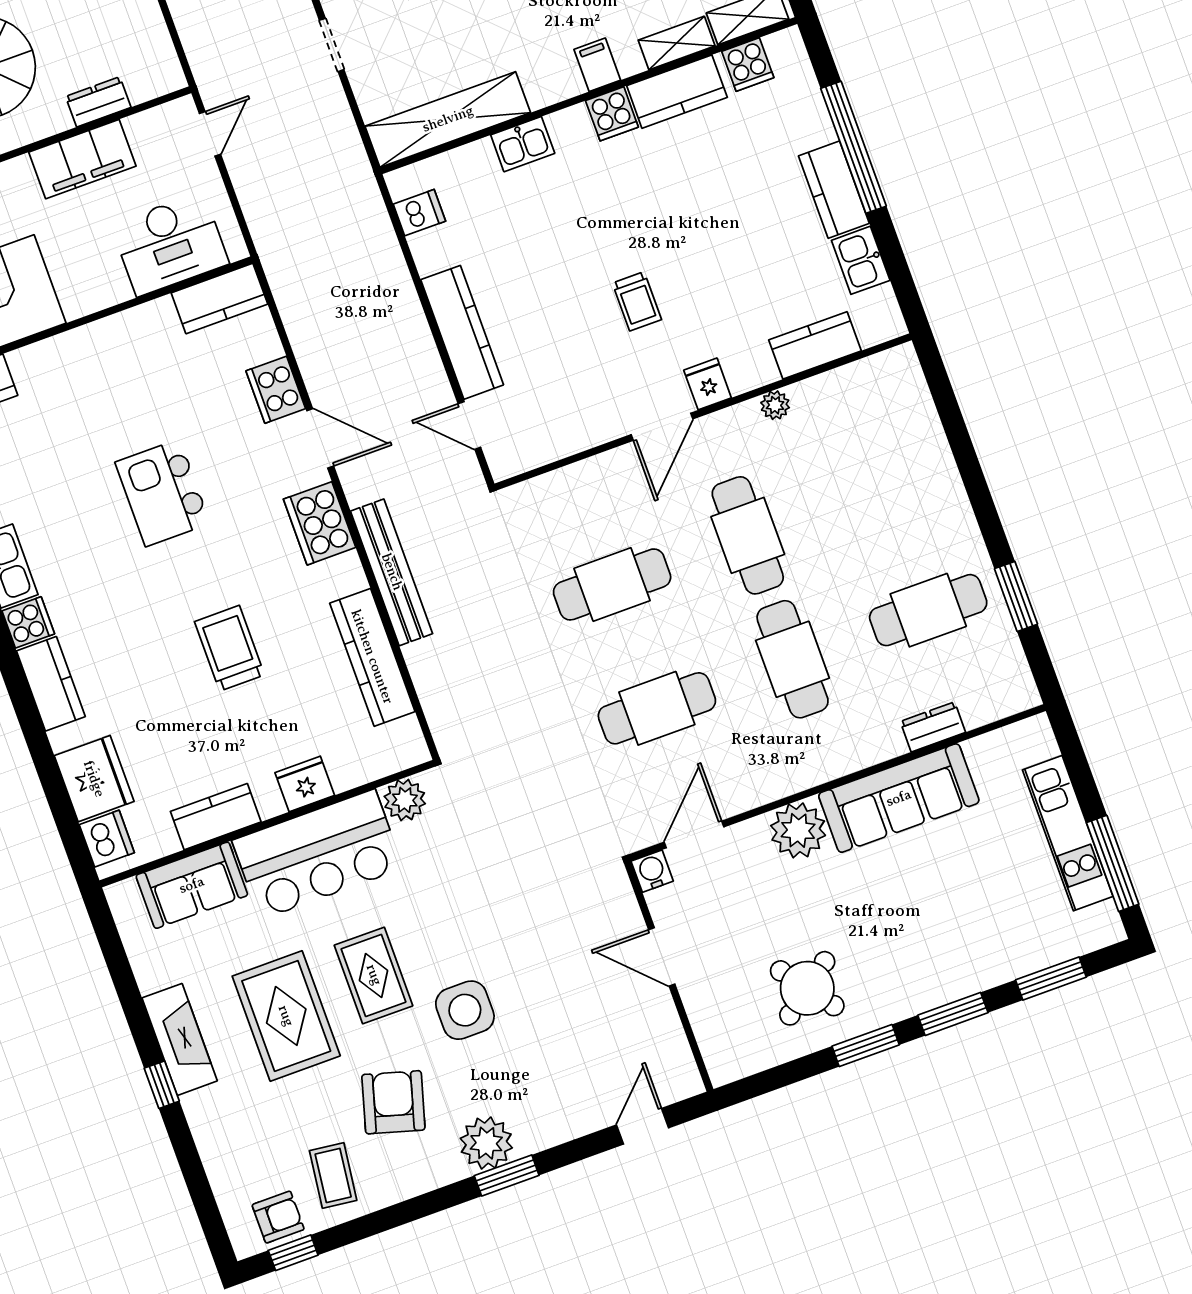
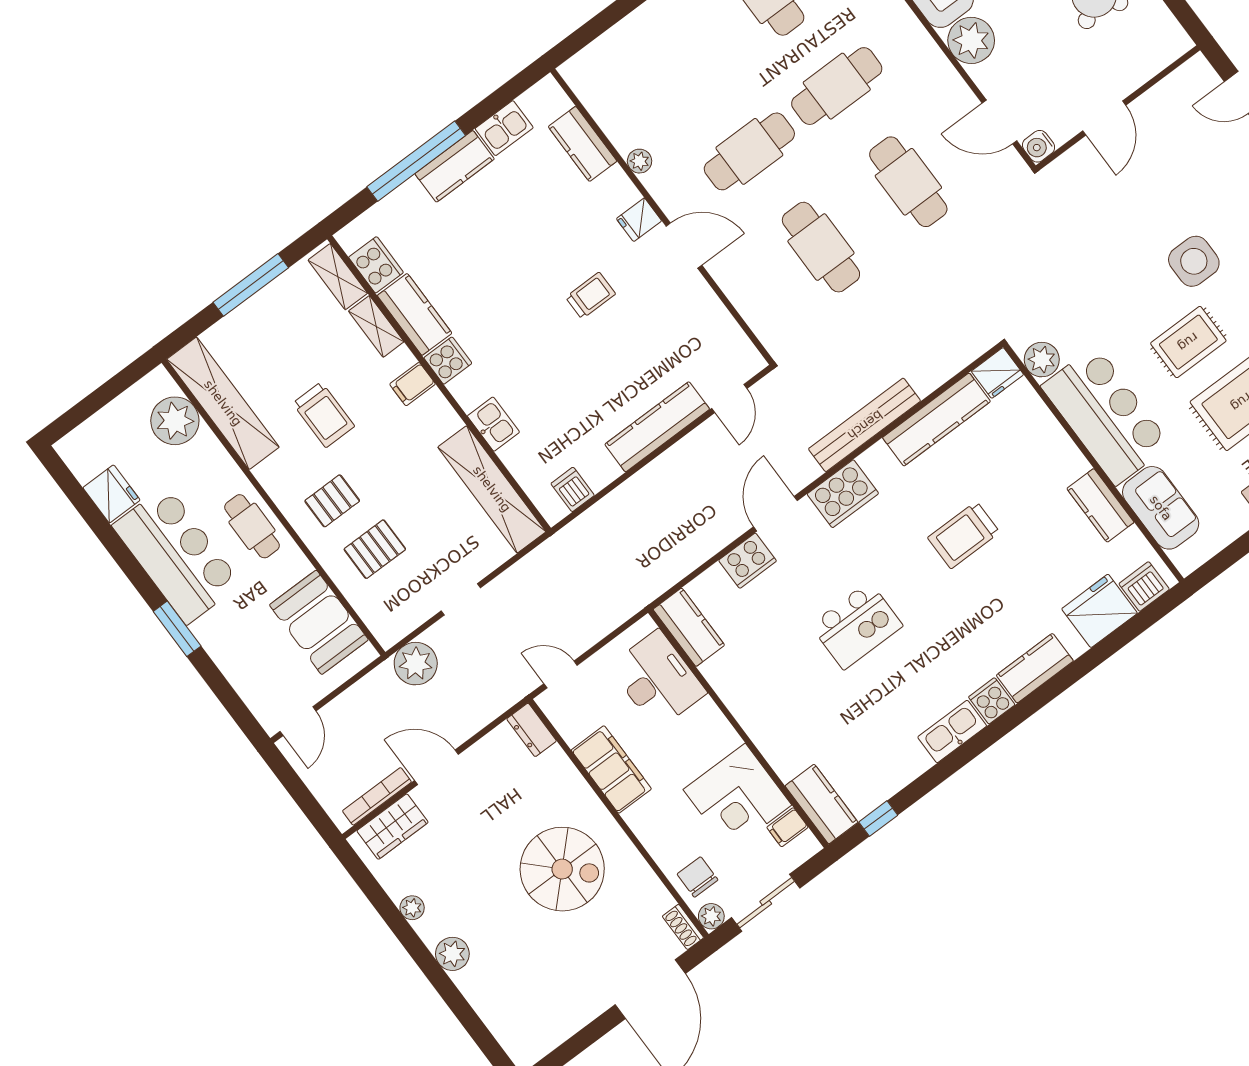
cooker: (748, 64) -> (376, 265), width x1.36
dresser: (98, 102) -> (532, 730), moved
fridge: (305, 784) -> (997, 373), moved, turned -90

